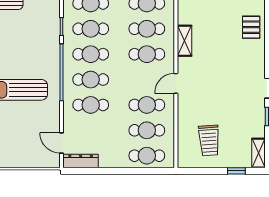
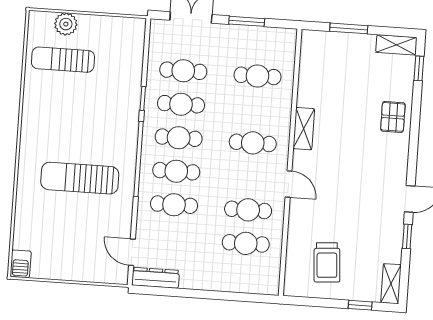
cafe table: (147, 29) -> (255, 109), removed
door: (176, 83) -> (289, 184), swing flipped
cafe table: (147, 156) -> (243, 277), removed

